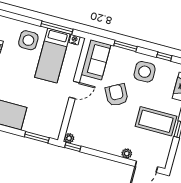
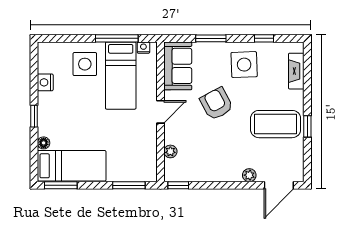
plant: (69, 138) -> (170, 151), moved

